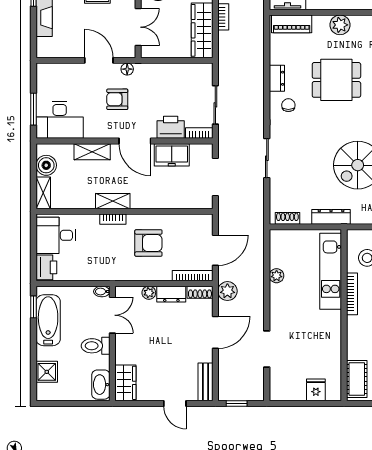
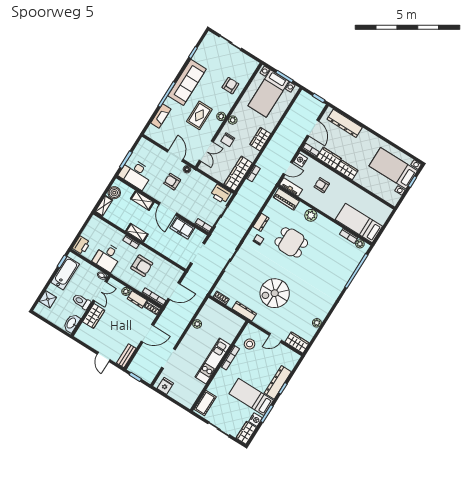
printer: (171, 127) -> (221, 194), moved, turned 180
desk: (56, 235) -> (107, 257), moved, turned -90
kitchen unit: (331, 271) -> (213, 361), moved
plant: (227, 291) -> (167, 316), removed
wardrobe: (125, 383) -> (94, 316), moved
fridge: (316, 390) -> (165, 386), moved

